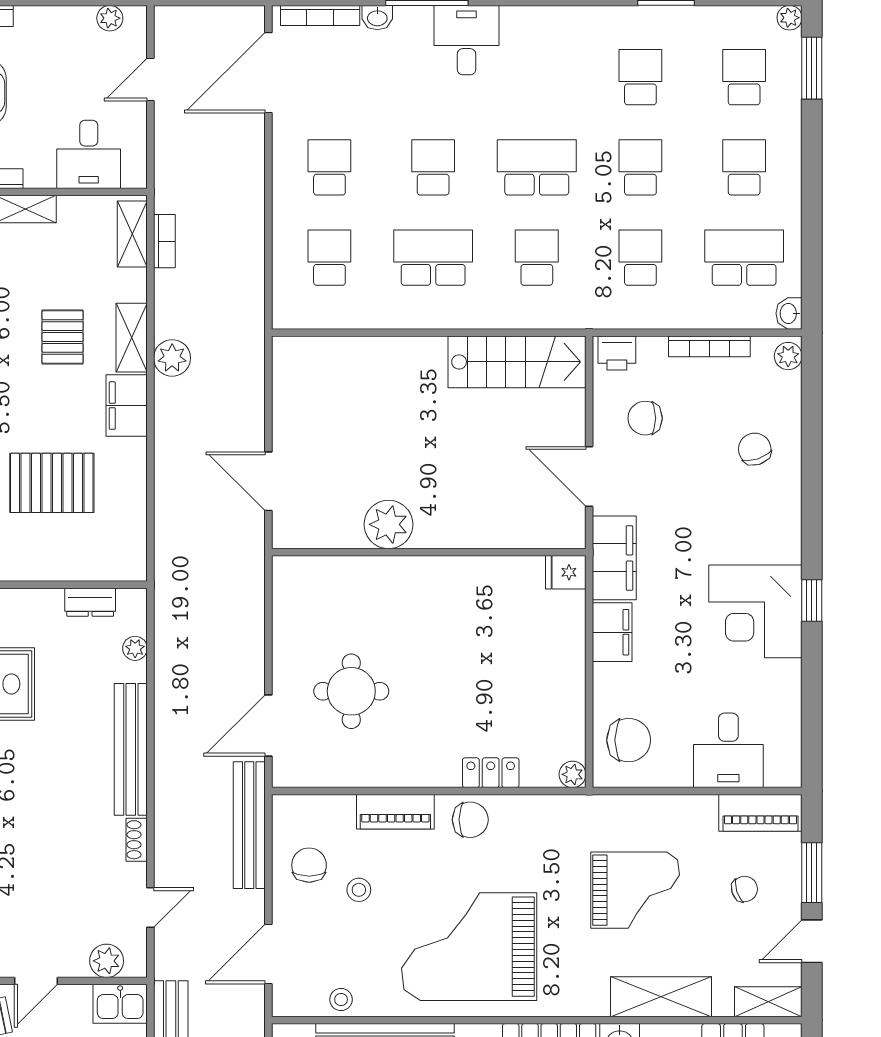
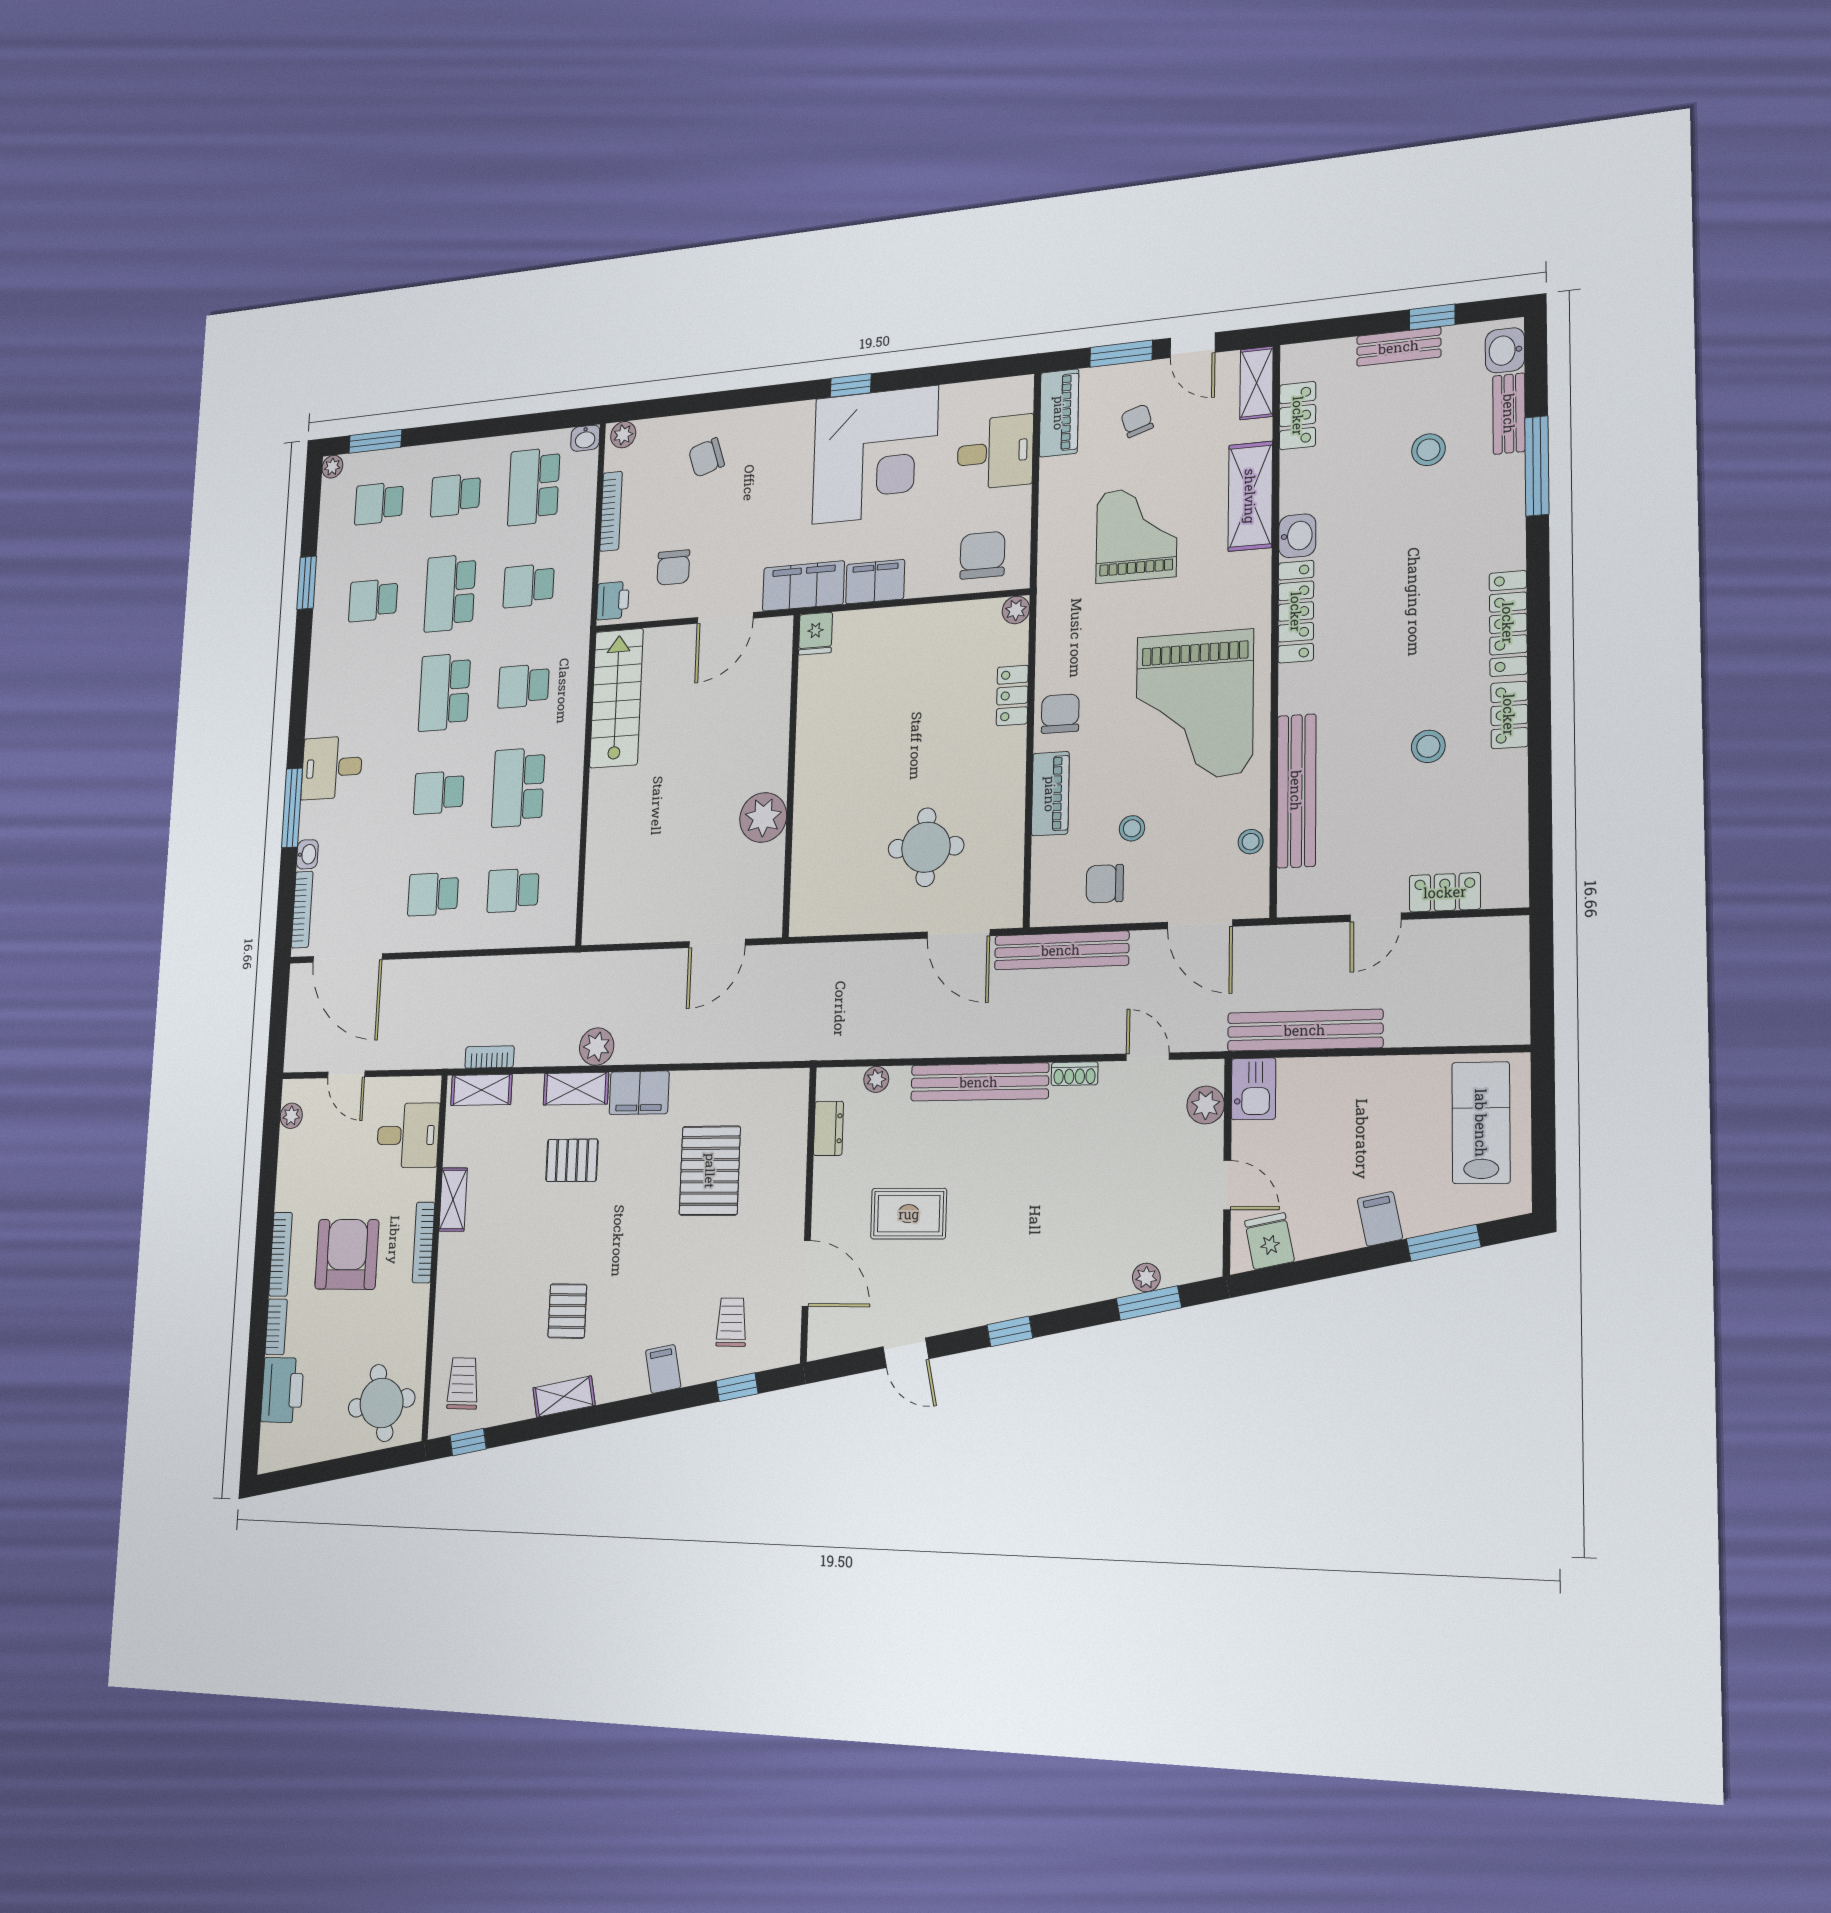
school desk: (640, 167) -> (450, 593), width x1.85
corner desk: (755, 611) -> (875, 455), width x1.36, depth x1.36

